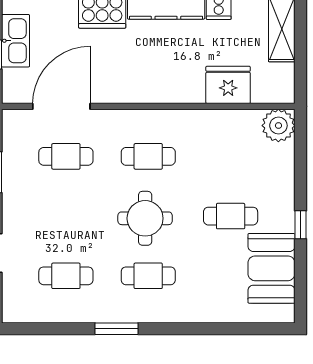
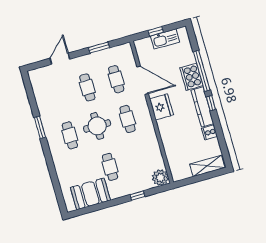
fridge: (228, 85) -> (161, 107), moved
door: (61, 106) -> (143, 80), moved
window: (301, 225) -> (137, 196), moved
cafe table: (66, 276) -> (87, 87), moved

